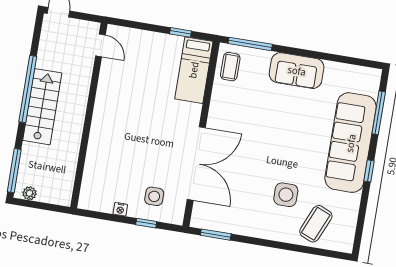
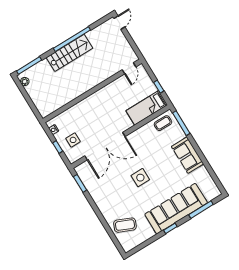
door: (100, 45) -> (129, 68), moved
wall: (89, 115) -> (92, 91), moved
side table: (286, 195) -> (140, 178), moved

